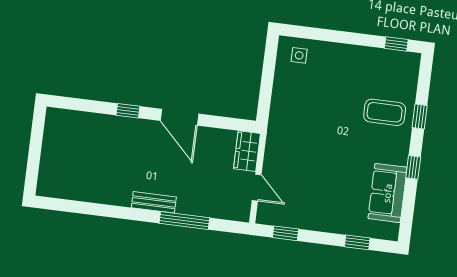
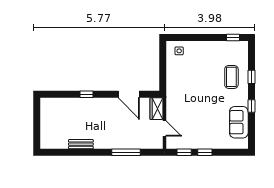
coffee table: (385, 112) -> (231, 77), turned 90
door: (179, 117) -> (129, 94), moved
bench: (154, 202) -> (81, 144), moved
window: (357, 242) -> (205, 152), moved

